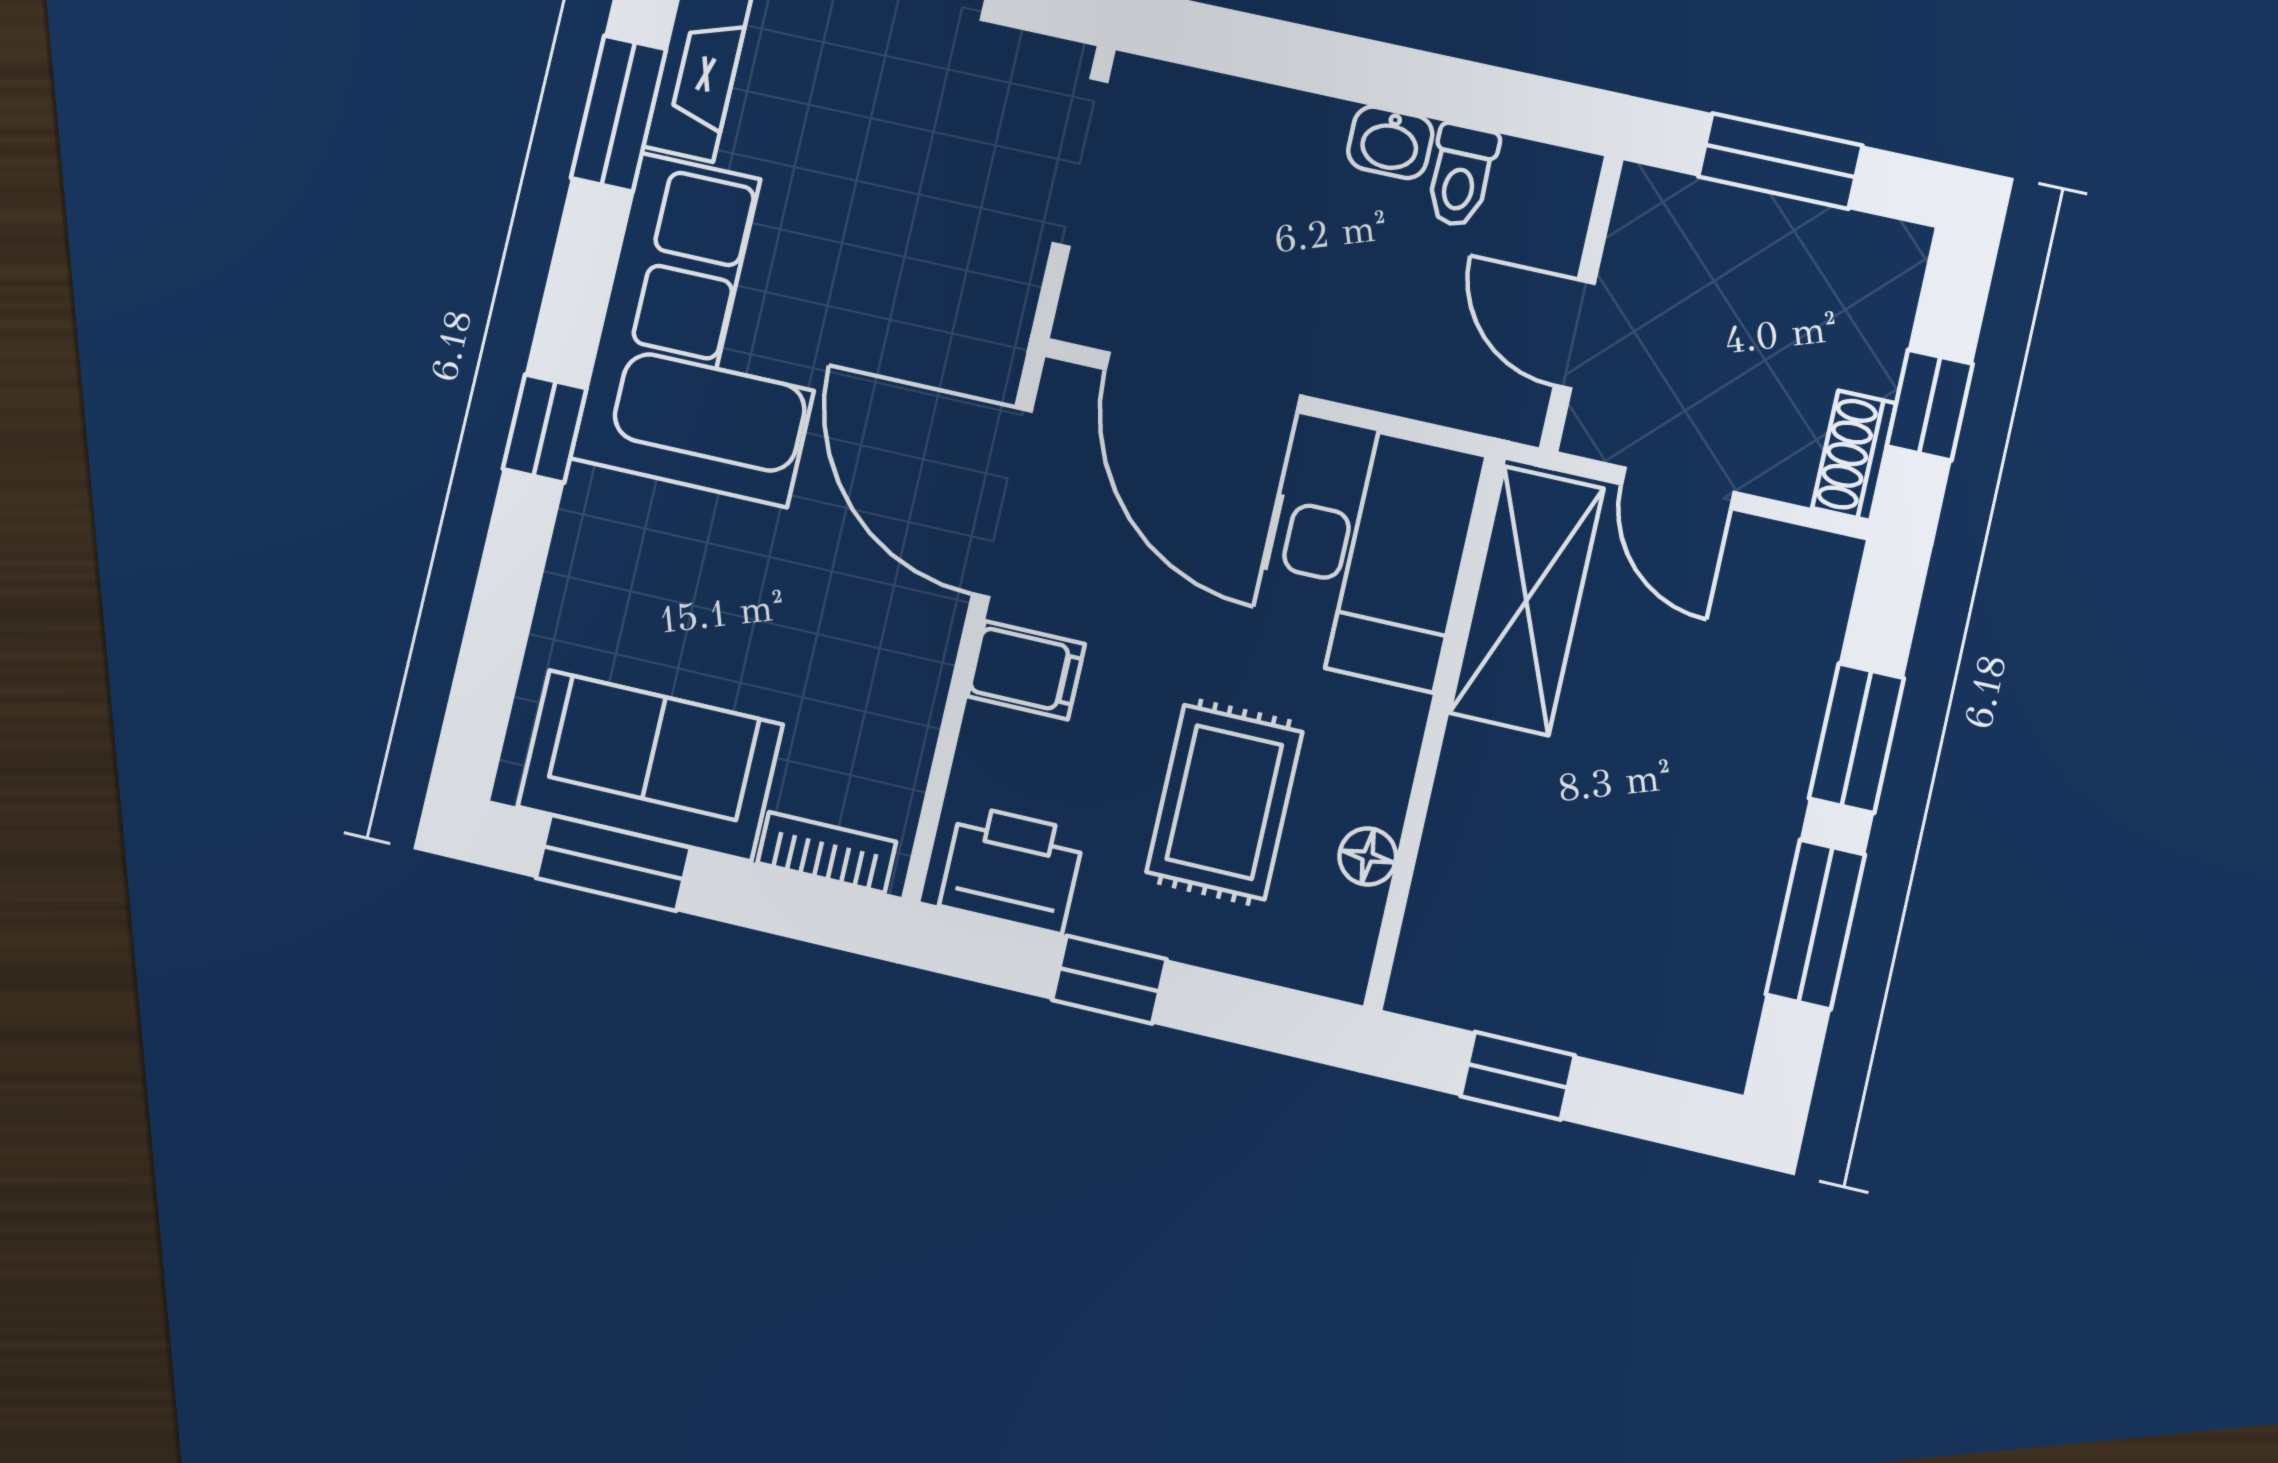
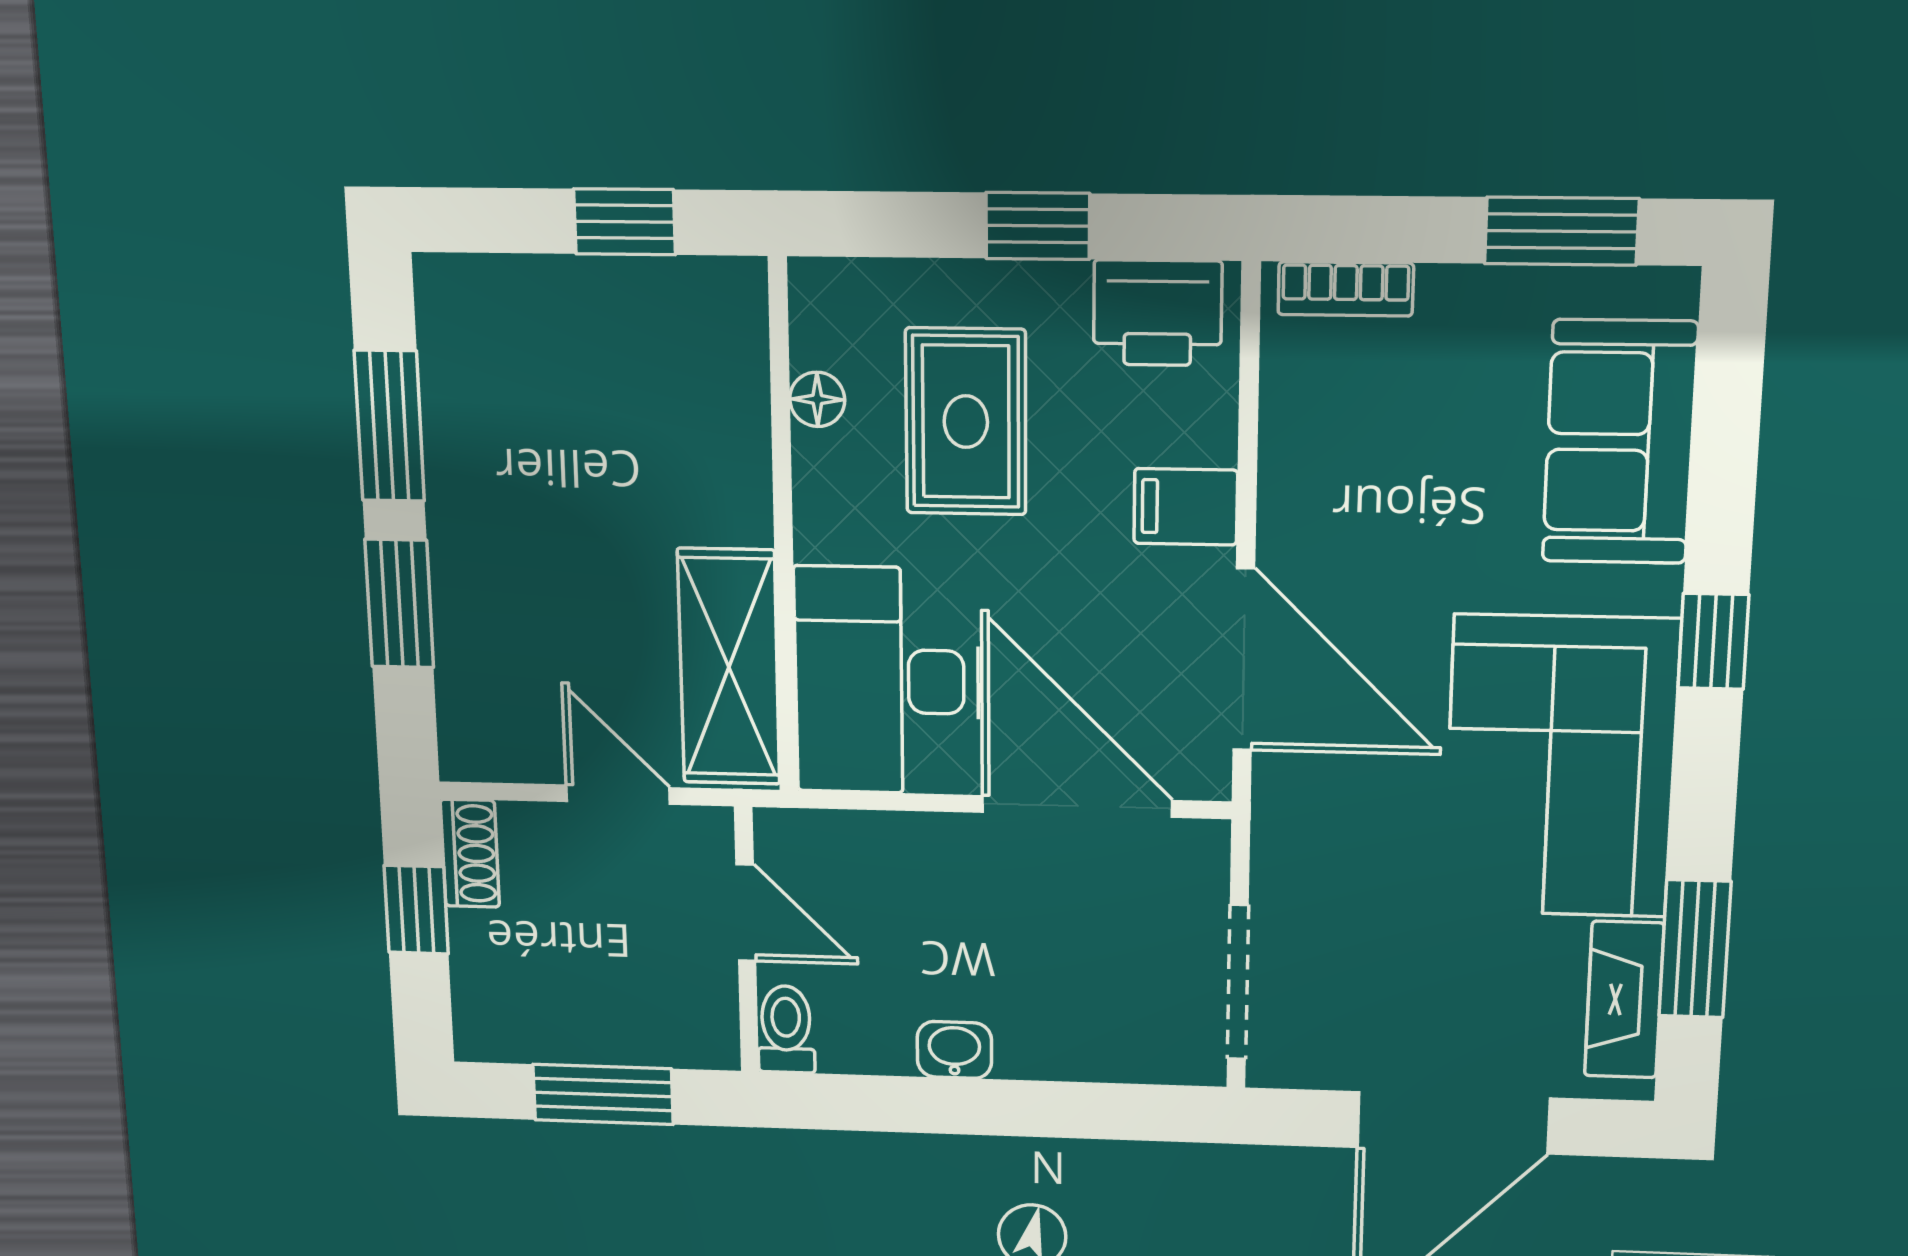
toilet: (1461, 176) -> (786, 1029), moved
sofa: (650, 766) -> (1620, 442), moved, turned 90

